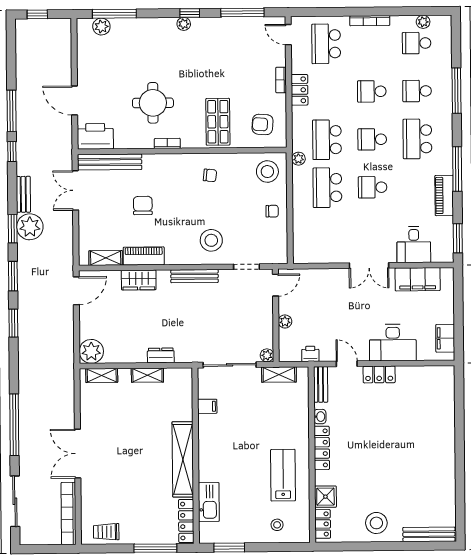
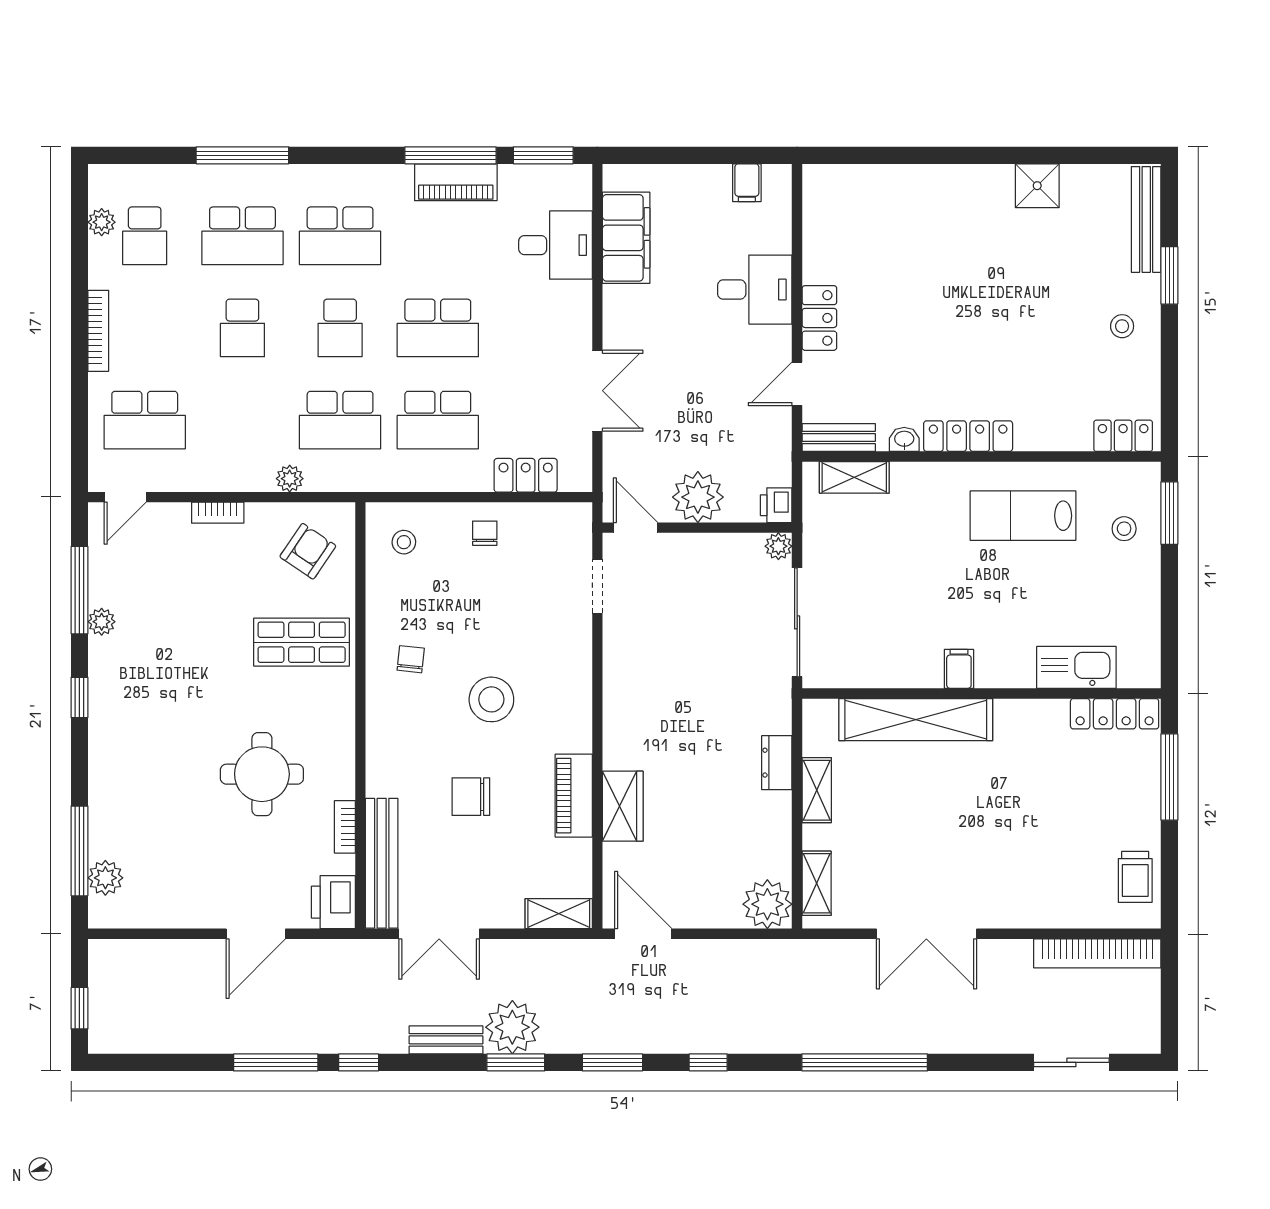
plant: (184, 24) -> (102, 622), moved
locker: (299, 90) -> (526, 475), moved
school desk: (417, 91) -> (242, 236), width x1.85
armchair: (262, 124) -> (308, 551), turned -150
printer: (95, 136) -> (333, 902), width x0.73, depth x0.84
bookcase: (167, 143) -> (345, 827), moved
plant: (298, 159) -> (290, 479), moved
window: (457, 169) -> (450, 155), moved
stool: (267, 172) -> (404, 542), width x0.53, depth x0.53
school desk: (373, 187) -> (438, 328), width x1.85
stool: (211, 240) -> (491, 699), moved
shelving: (106, 258) -> (559, 914), moved, turned 90
double door: (369, 266) -> (597, 391), moved
bench: (195, 276) -> (616, 692), removed
plant: (285, 322) -> (698, 497), width x1.88, depth x1.88
window: (13, 323) -> (708, 1062), width x0.67
filing cabinet: (445, 338) -> (747, 183), width x0.50
desk: (393, 343) -> (755, 290), width x0.73
printer: (310, 354) -> (776, 505), moved
shelving: (279, 375) -> (854, 477), moved, turned 90
filing cabinet: (207, 406) -> (959, 669), moved
window: (14, 425) -> (865, 1062), moved
double door: (78, 454) -> (926, 934), moved
shelving: (183, 459) -> (916, 720), moved
shower: (325, 497) -> (1037, 186), moved
sliding door: (15, 501) -> (1071, 1062), width x0.73
stool: (376, 523) -> (1122, 326), width x0.53, depth x0.53
window: (402, 546) -> (1169, 275), added
window: (229, 547) -> (1169, 513), moved

